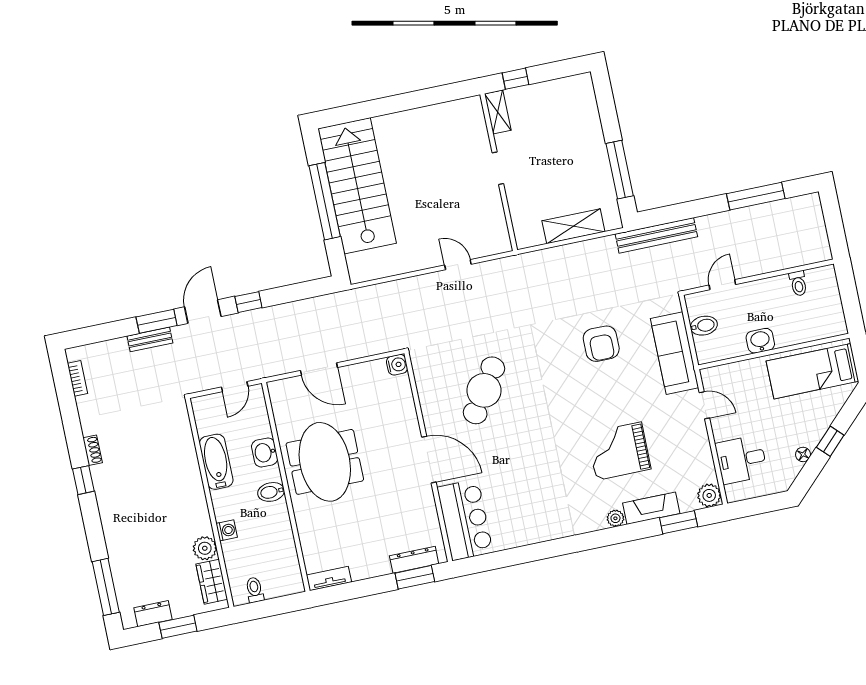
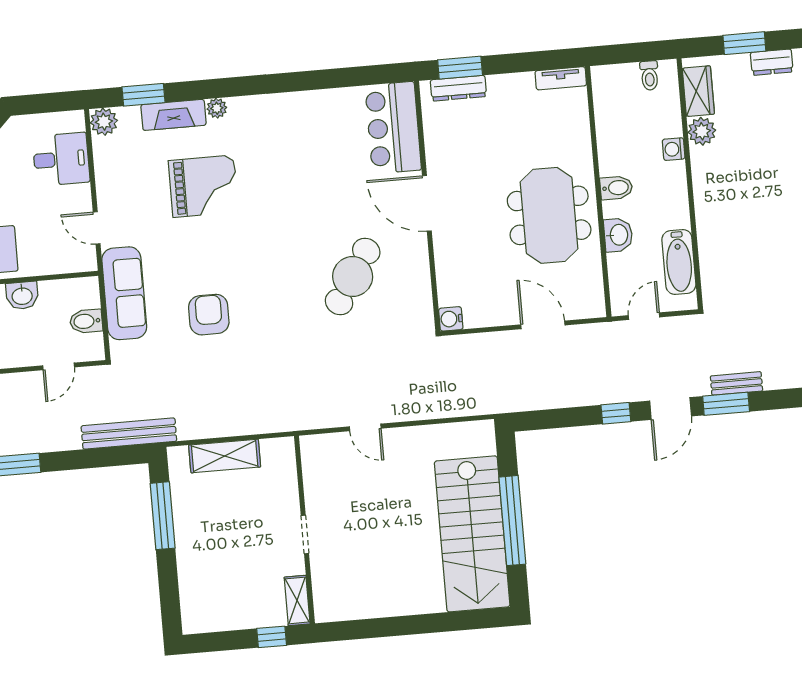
bathtub: (216, 462) -> (679, 262), moved

